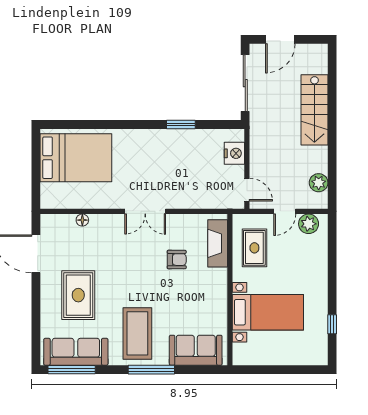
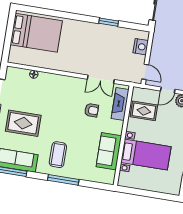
double door: (145, 211) -> (101, 79), moved
rug: (254, 248) -> (144, 111), turned 90
rug: (78, 295) -> (23, 123), turned 90
coffee table: (137, 333) -> (58, 155), width x0.73, depth x0.76
sofa: (196, 350) -> (109, 151), moved, turned -90

